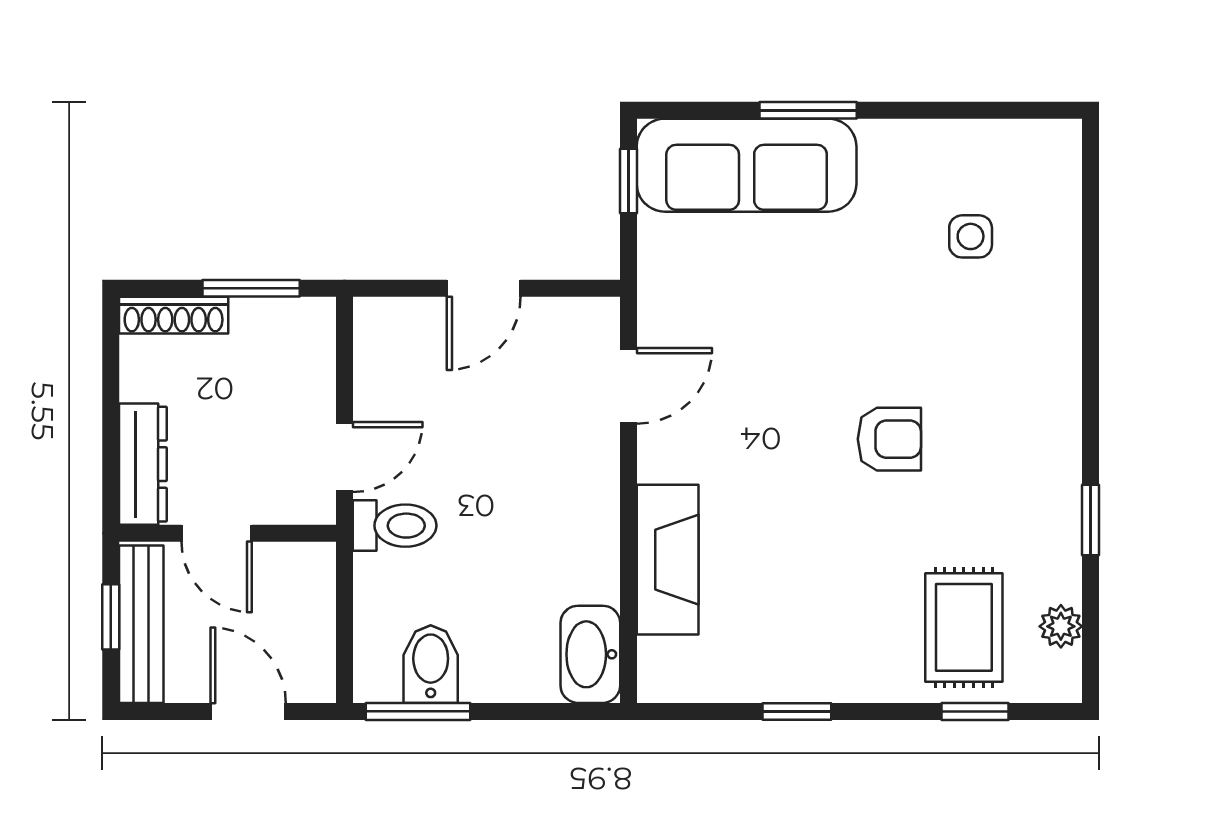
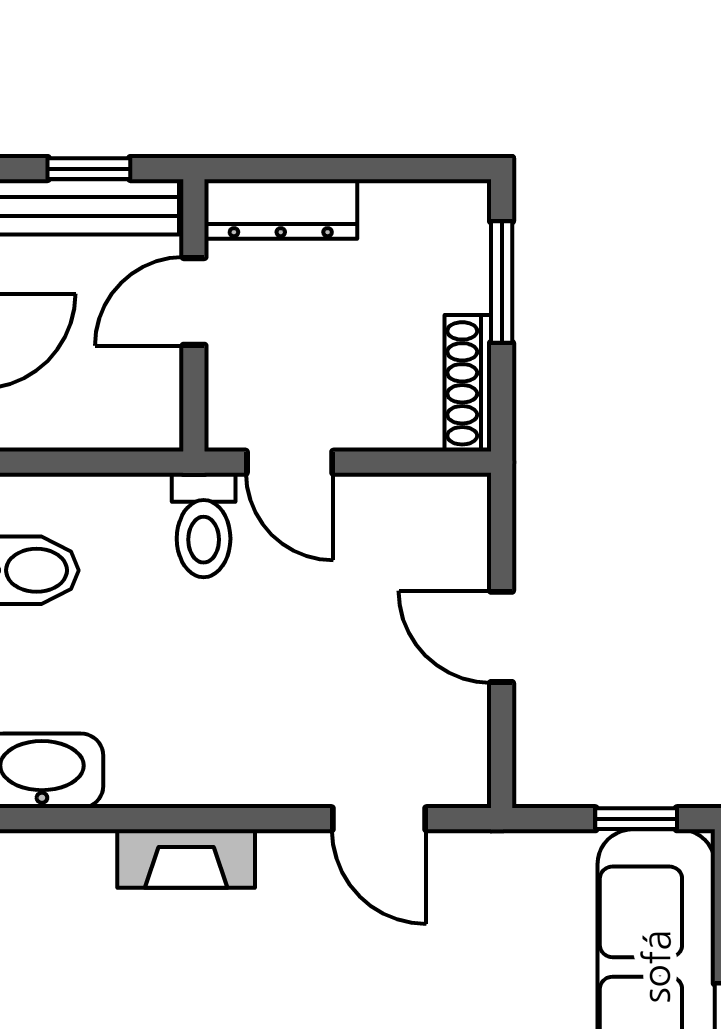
window: (251, 288) -> (502, 282), moved
shoe rack: (174, 315) -> (468, 383), moved
fireplace: (668, 560) -> (186, 859), width x0.73, depth x0.76

